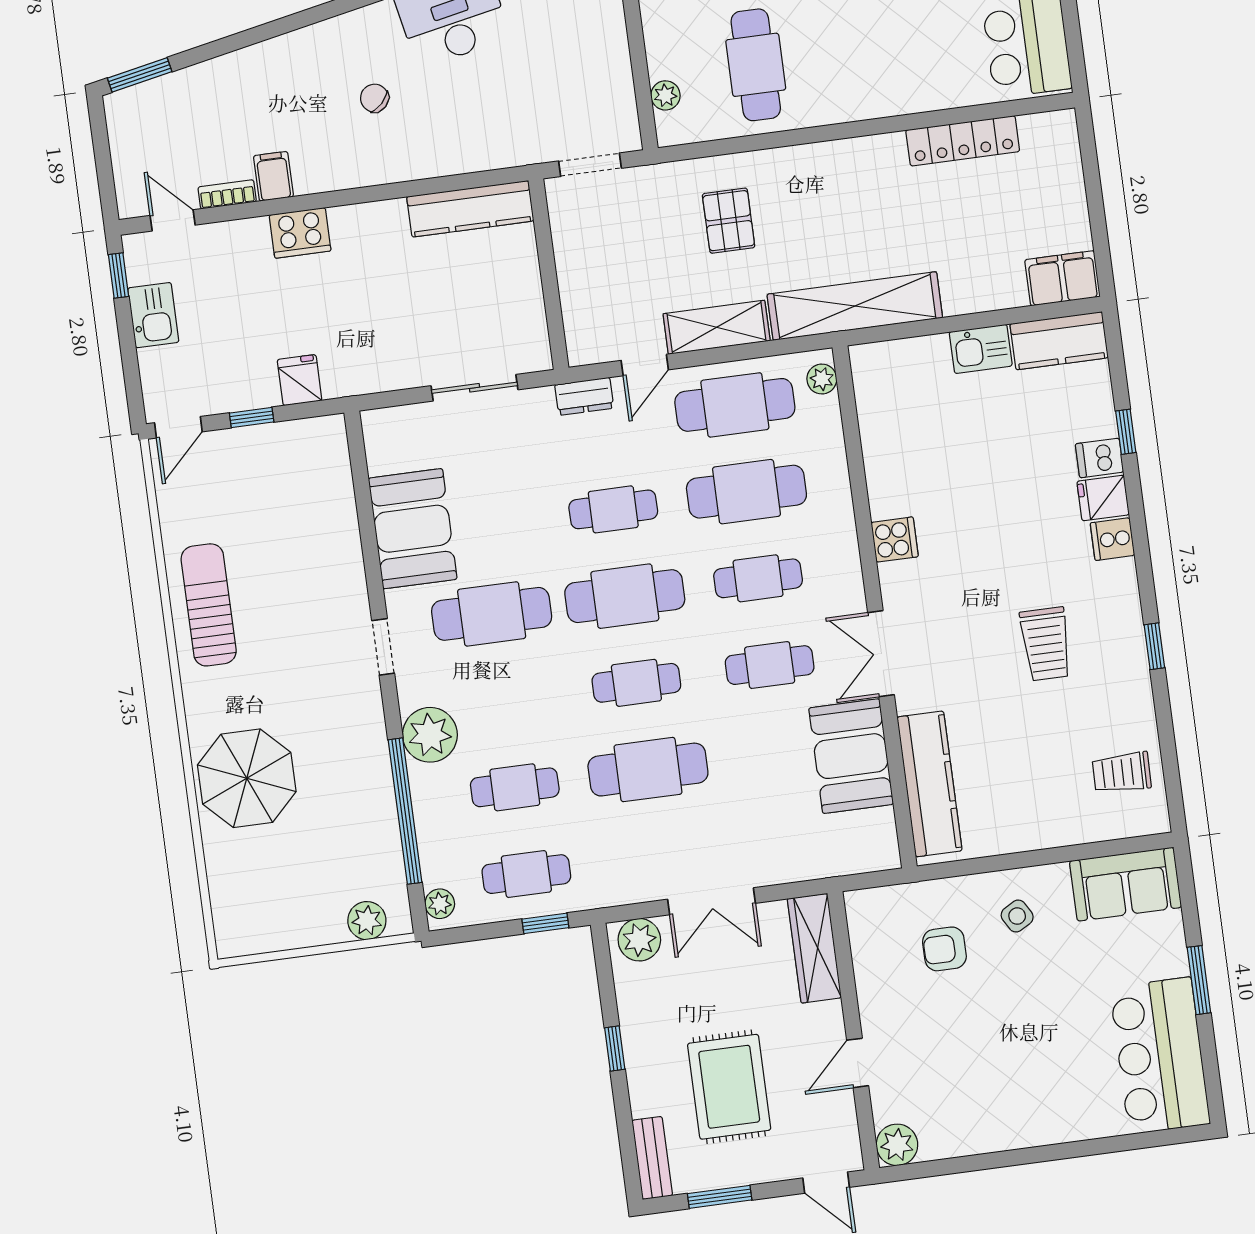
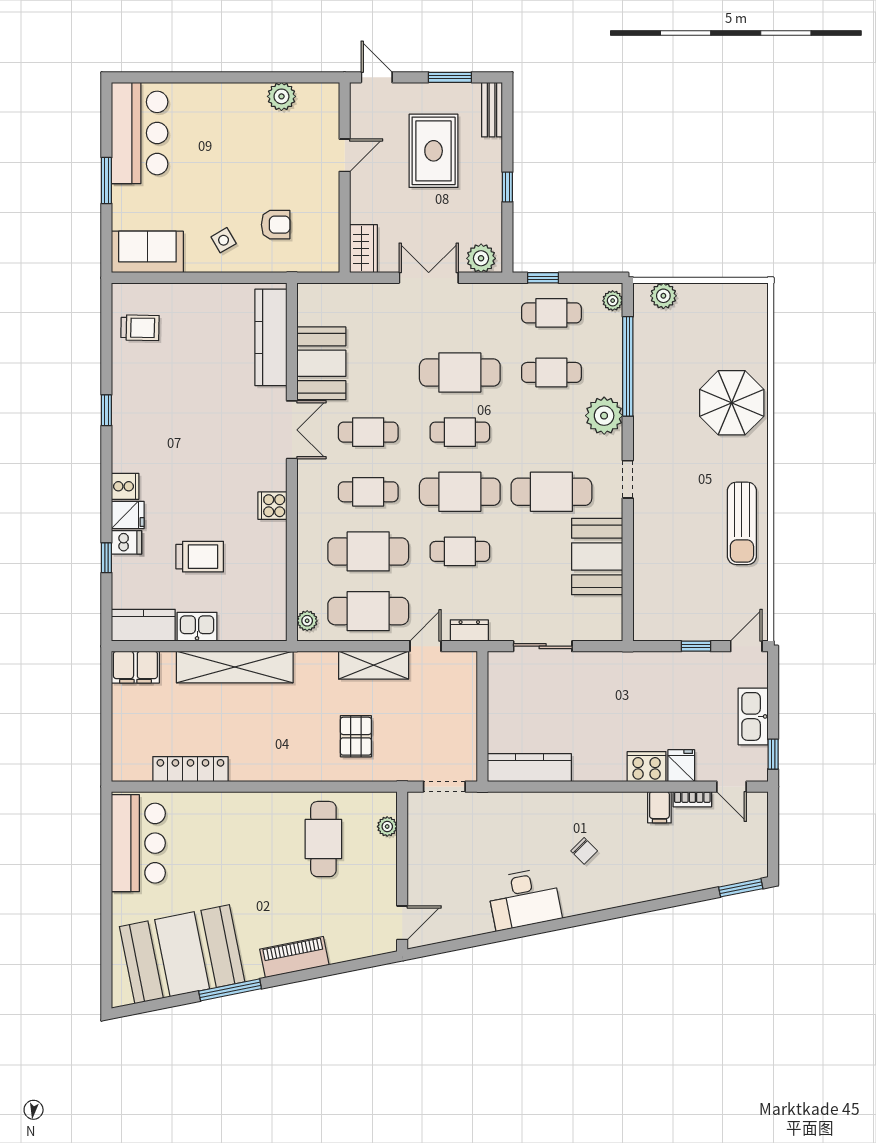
shelving: (855, 306) -> (235, 667), moved
kitchen sink: (153, 315) -> (753, 716), width x1.38
fridge: (300, 380) -> (681, 766), moved, turned 180
trolley: (1046, 644) -> (200, 557), moved, turned 90
wardrobe: (814, 948) -> (363, 249), width x0.67
plant: (897, 1145) -> (281, 96), moved

